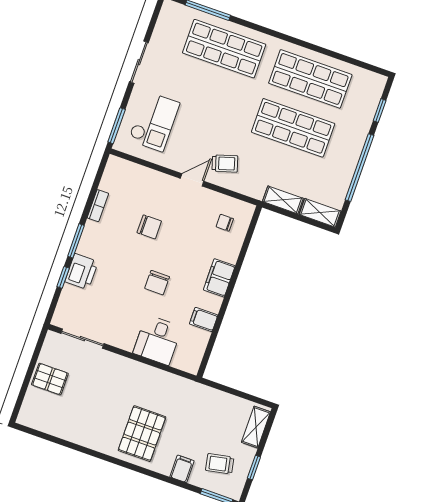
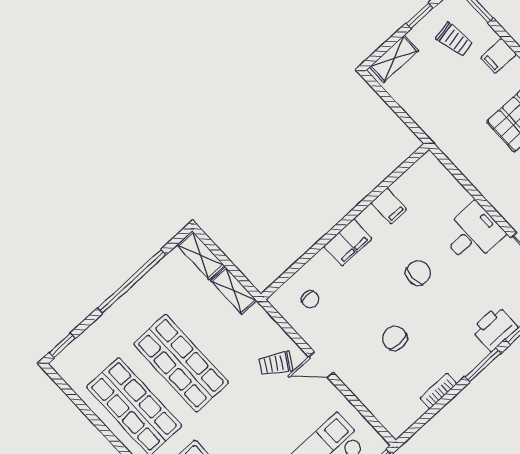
window: (380, 111) -> (62, 346), moved
trolley: (225, 163) -> (276, 364), turned -41
desk: (157, 340) -> (473, 234), moved

